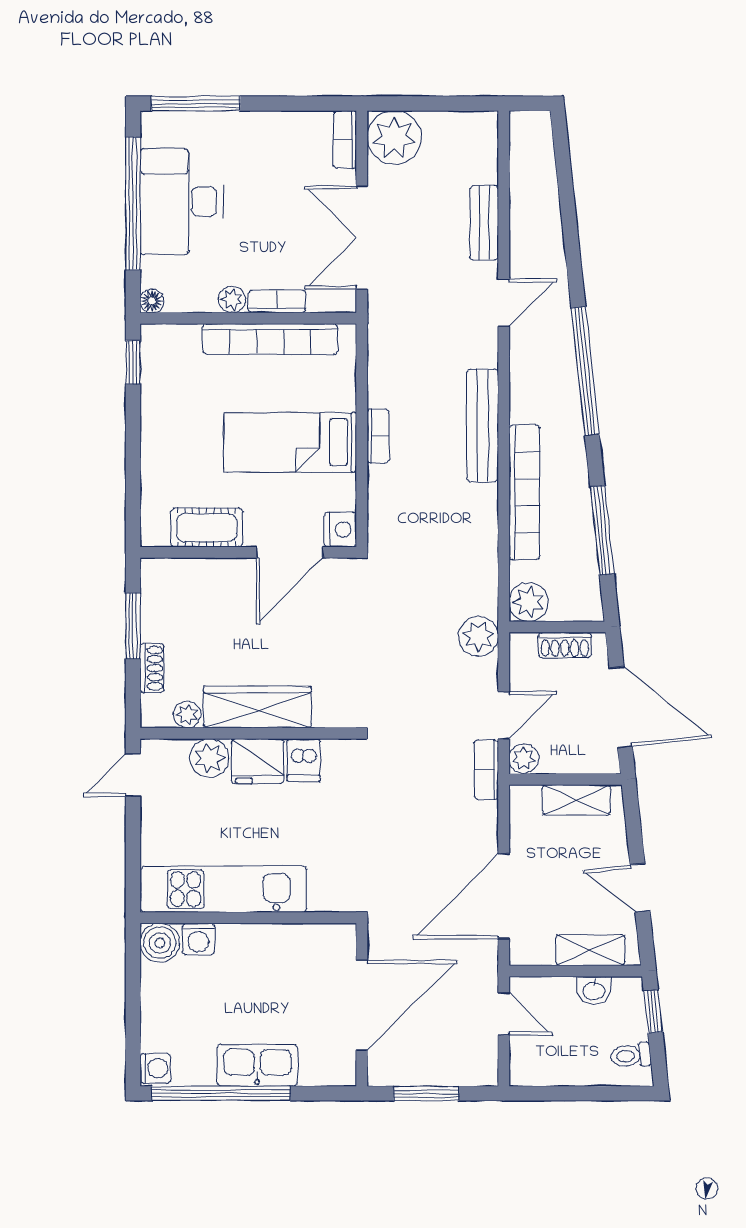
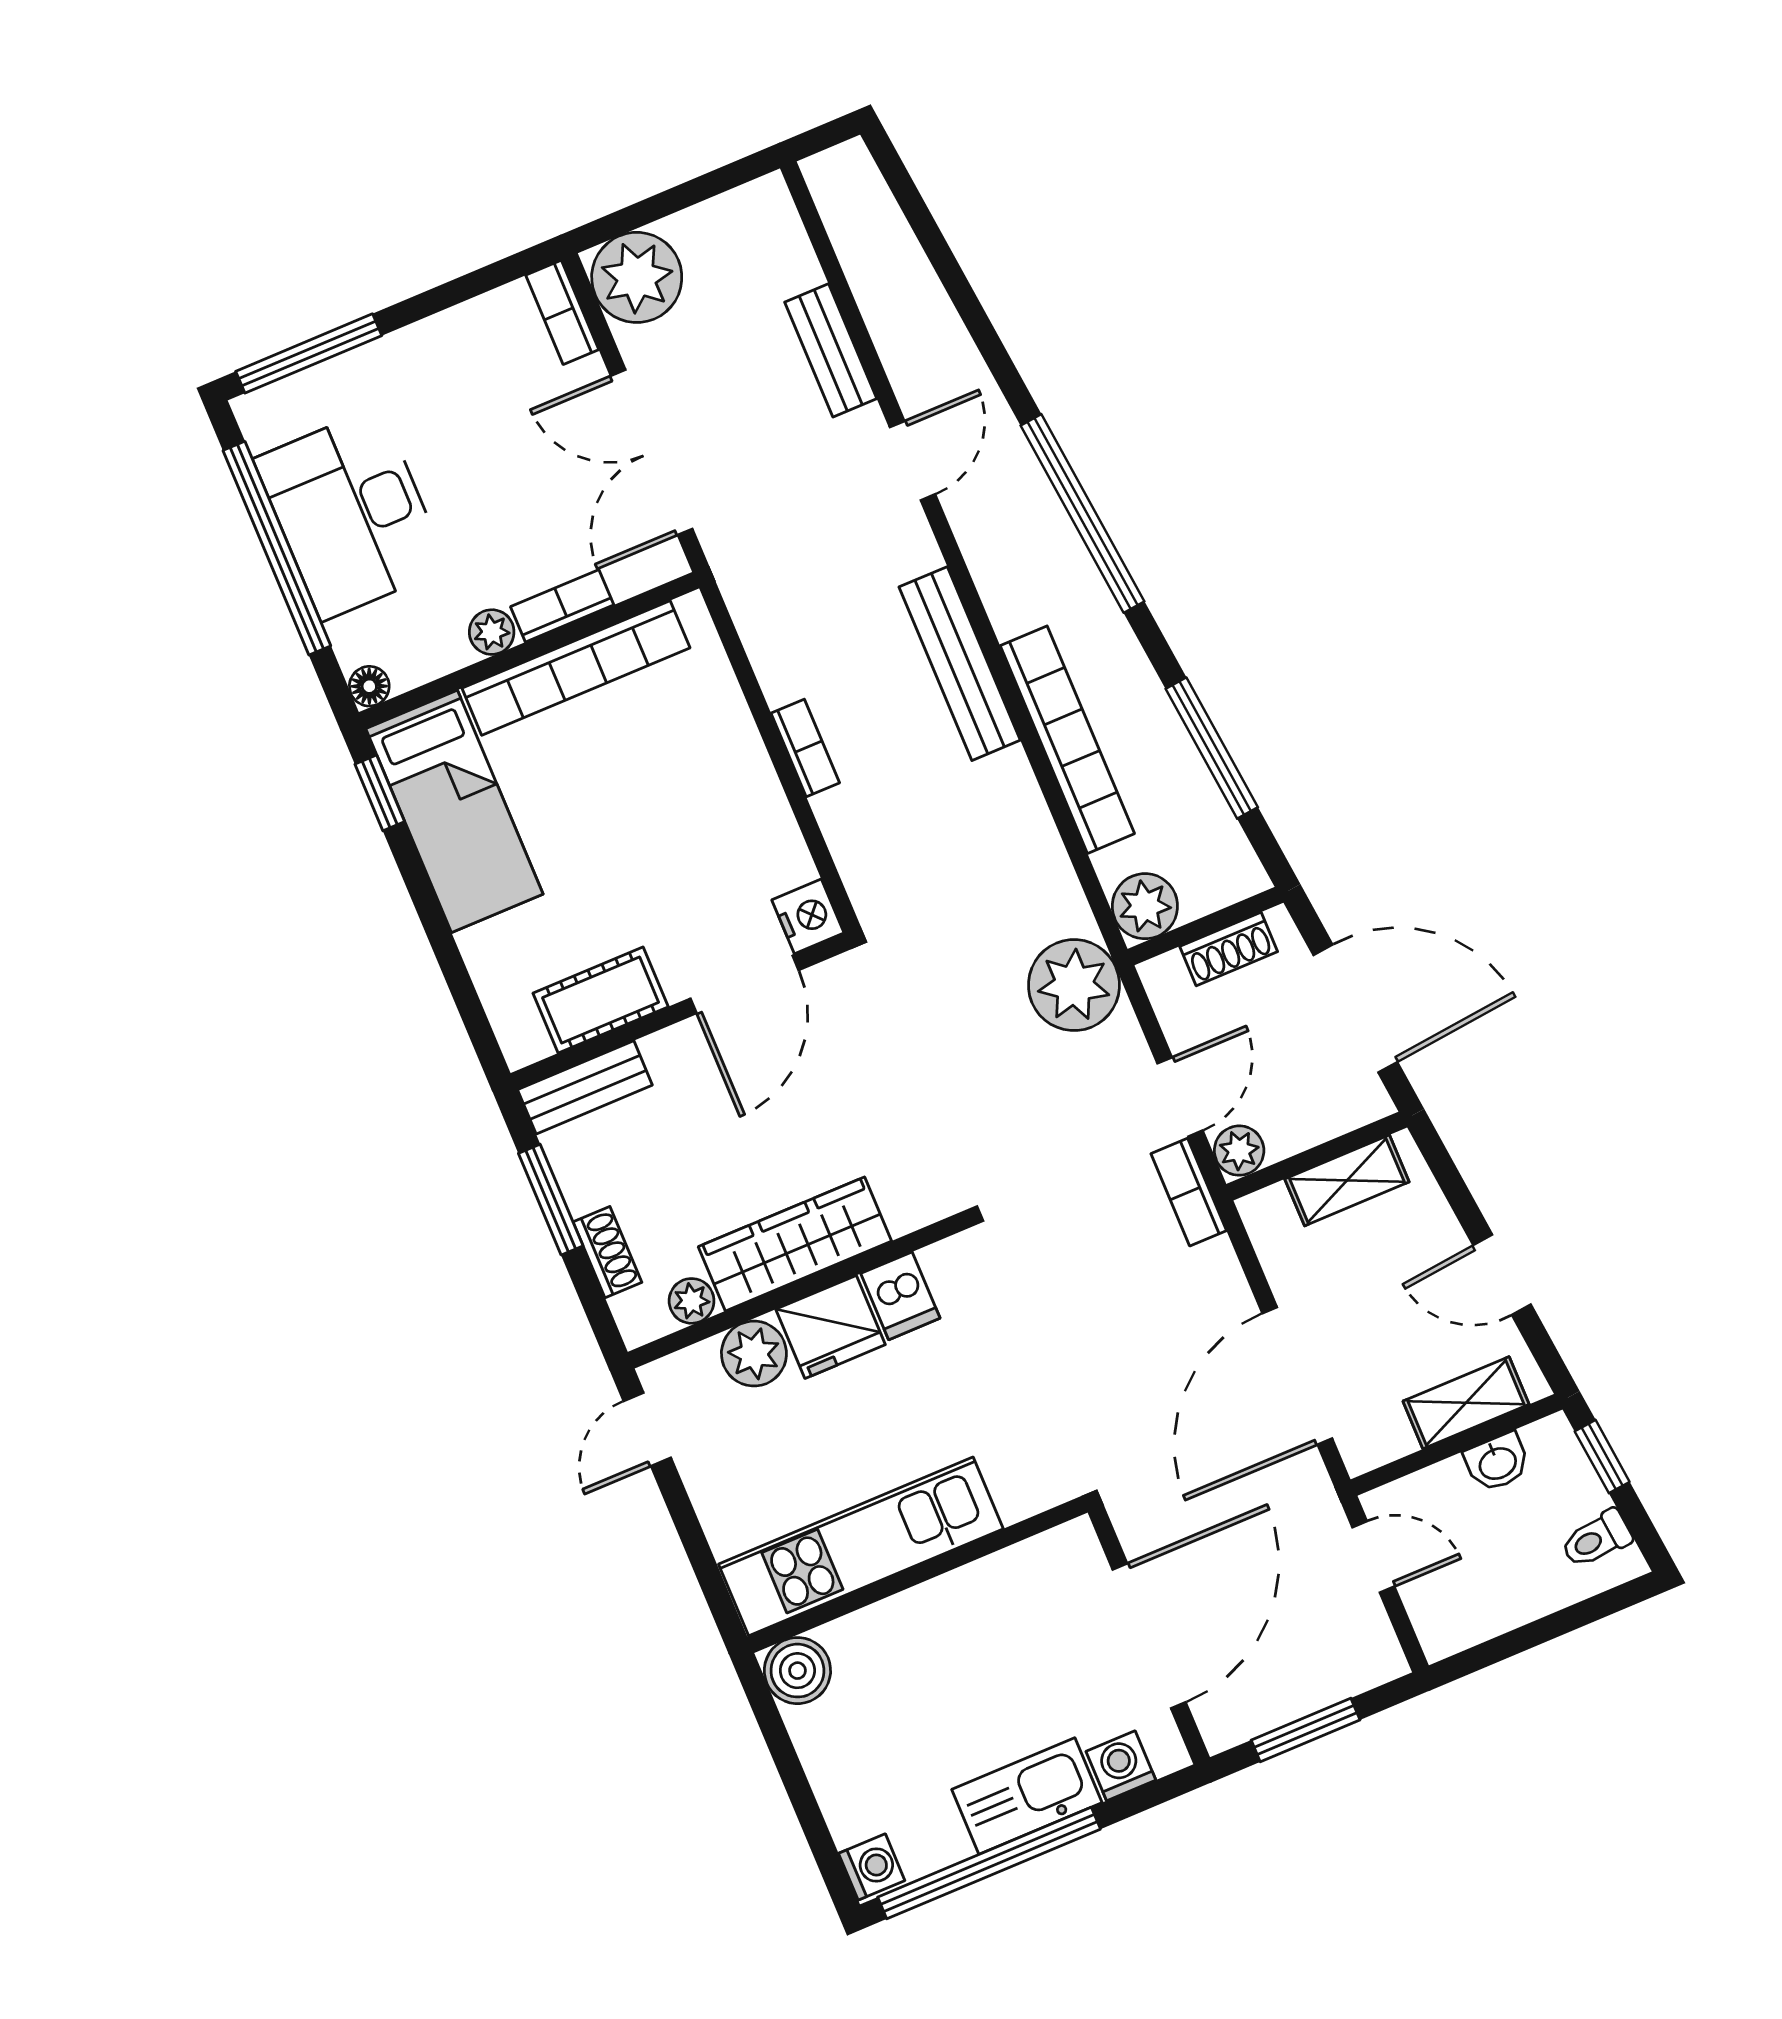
bed: (290, 442) -> (454, 811), moved, turned -90
bench: (178, 572) -> (585, 1087), added
plant: (478, 636) -> (1074, 985), width x1.36, depth x1.36
washing machine: (198, 939) -> (1121, 1766), moved, turned 180

